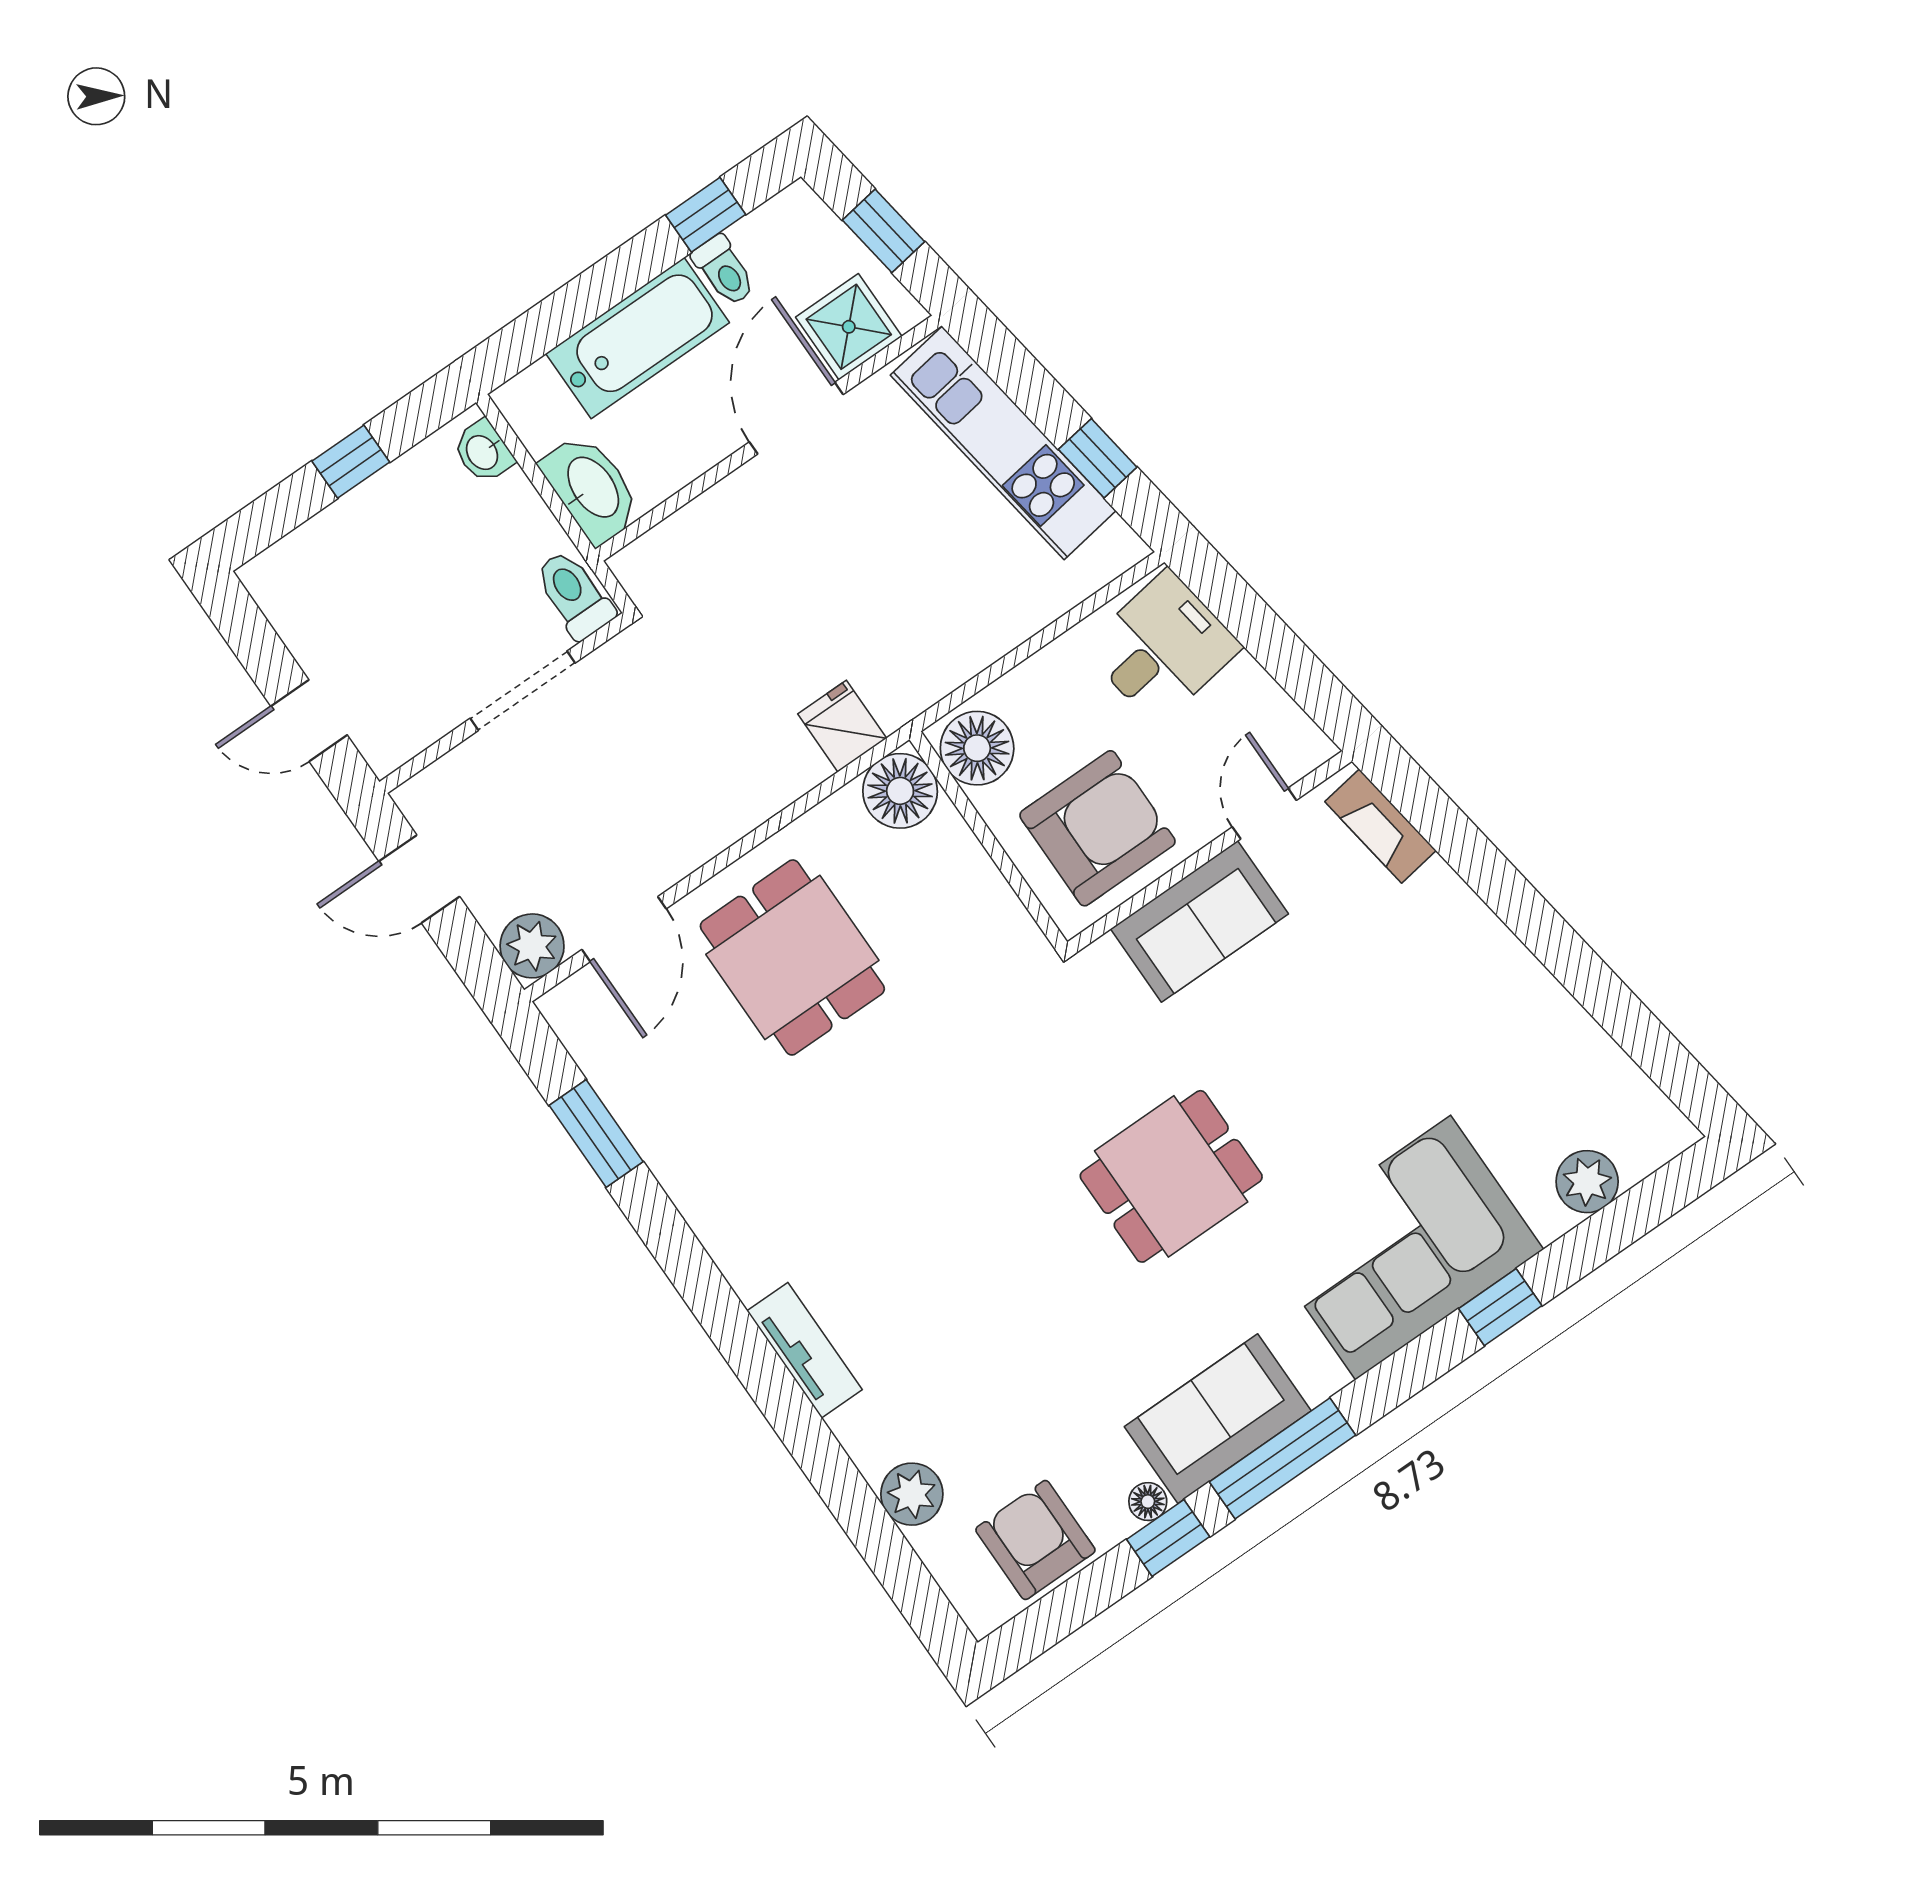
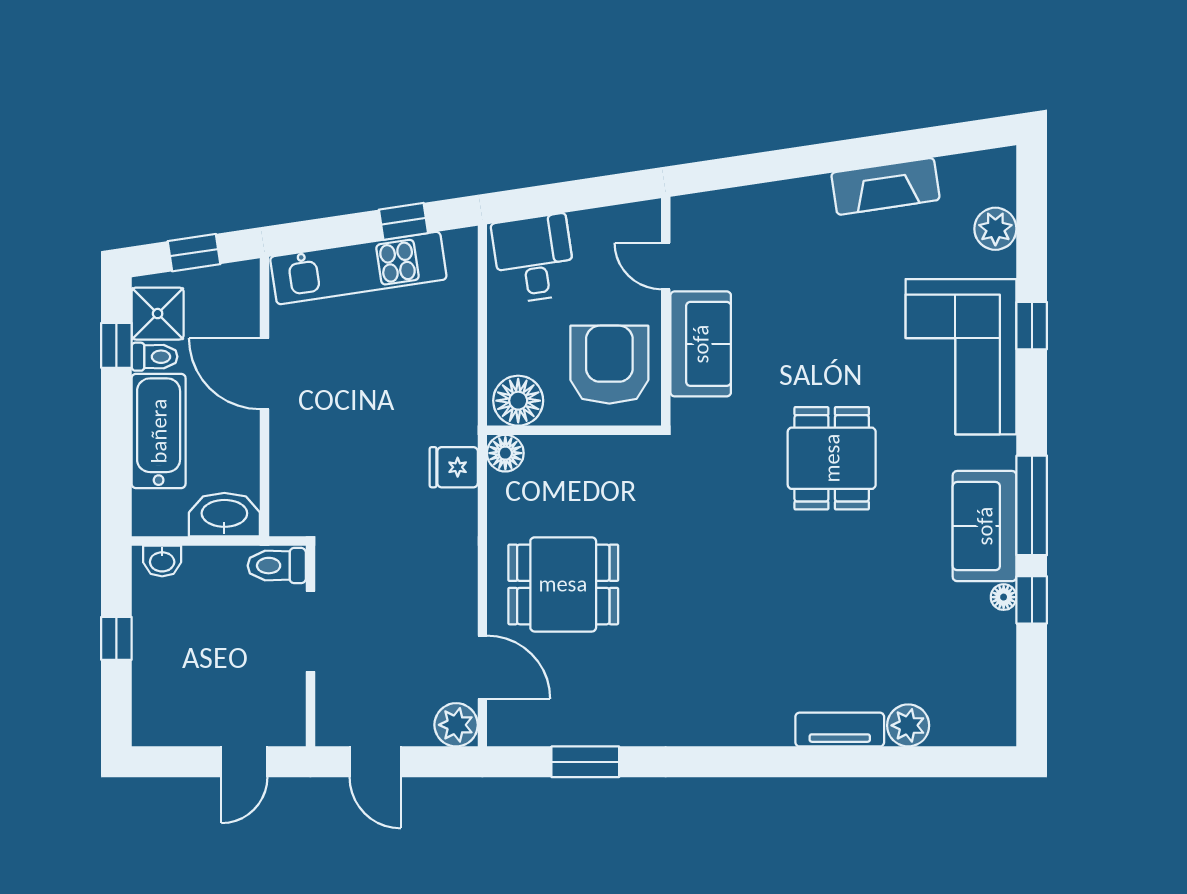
shower: (849, 327) -> (158, 314), moved
floor lamp: (900, 791) -> (505, 453), width x0.73, depth x0.73
fireplace: (1381, 826) -> (885, 186), moved, width x1.37, depth x1.32
door: (419, 879) -> (375, 762), hinge flipped
tv unit: (805, 1350) -> (840, 730), moved
armchair: (1035, 1540) -> (982, 674), removed

